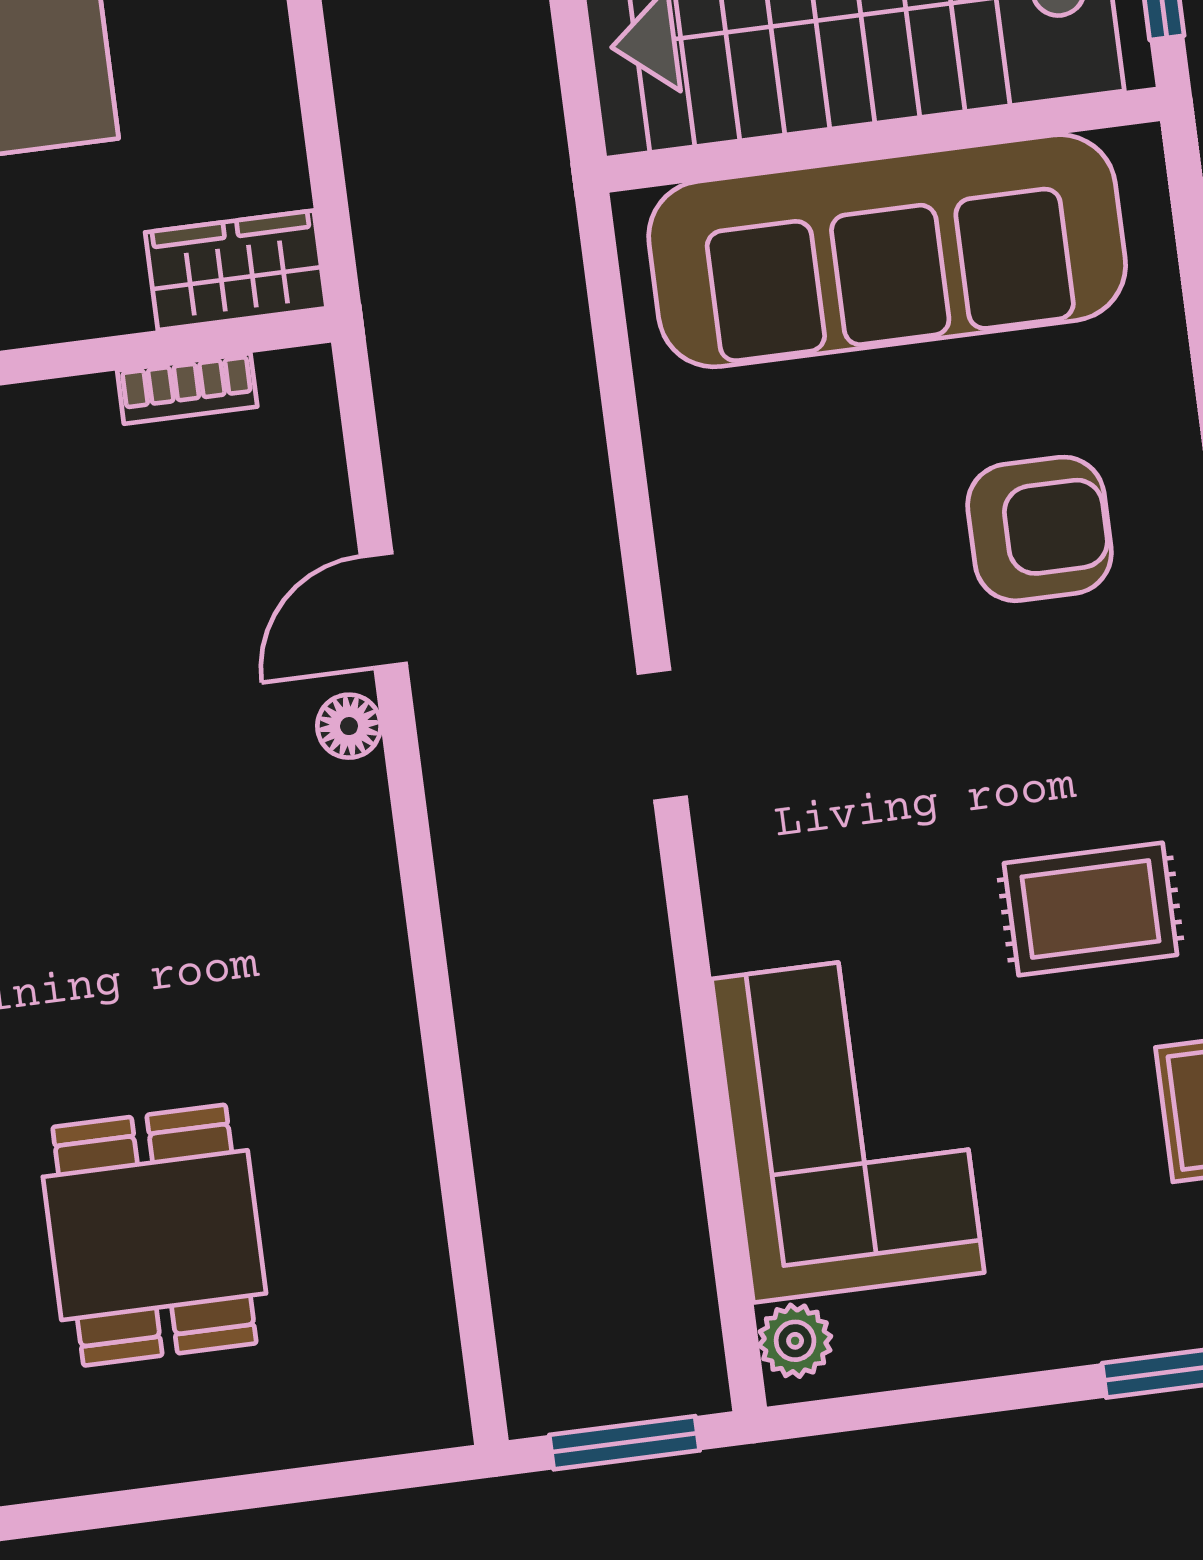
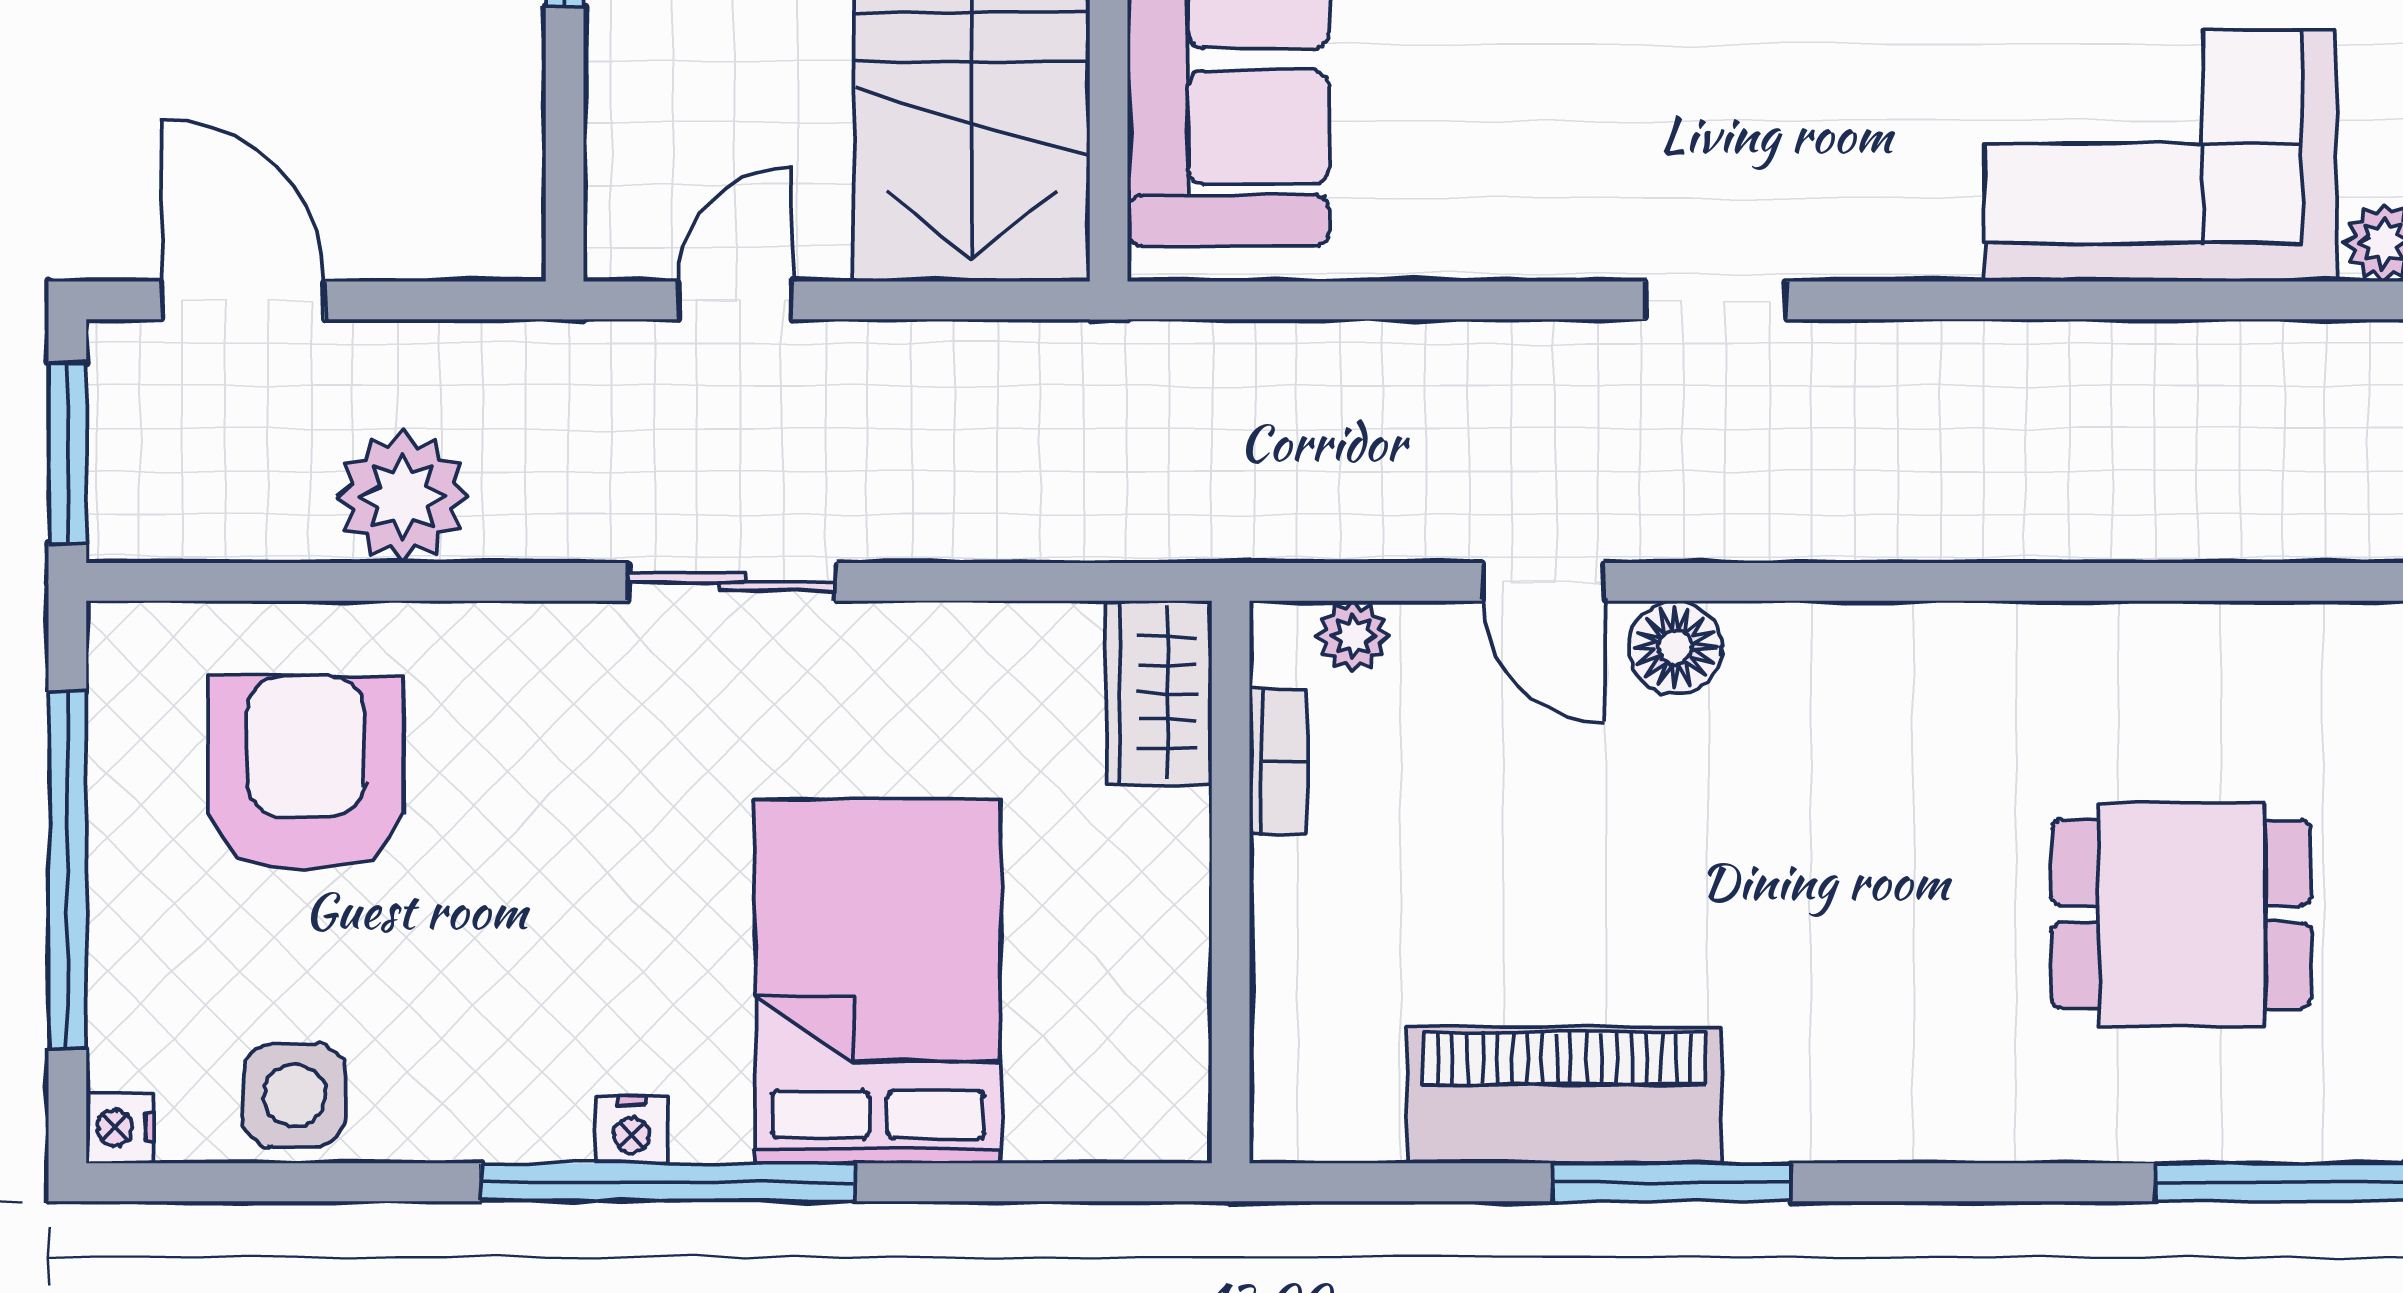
plant: (311, 442) -> (1353, 636), added
floor lamp: (349, 726) -> (1675, 647), width x1.37, depth x1.37

